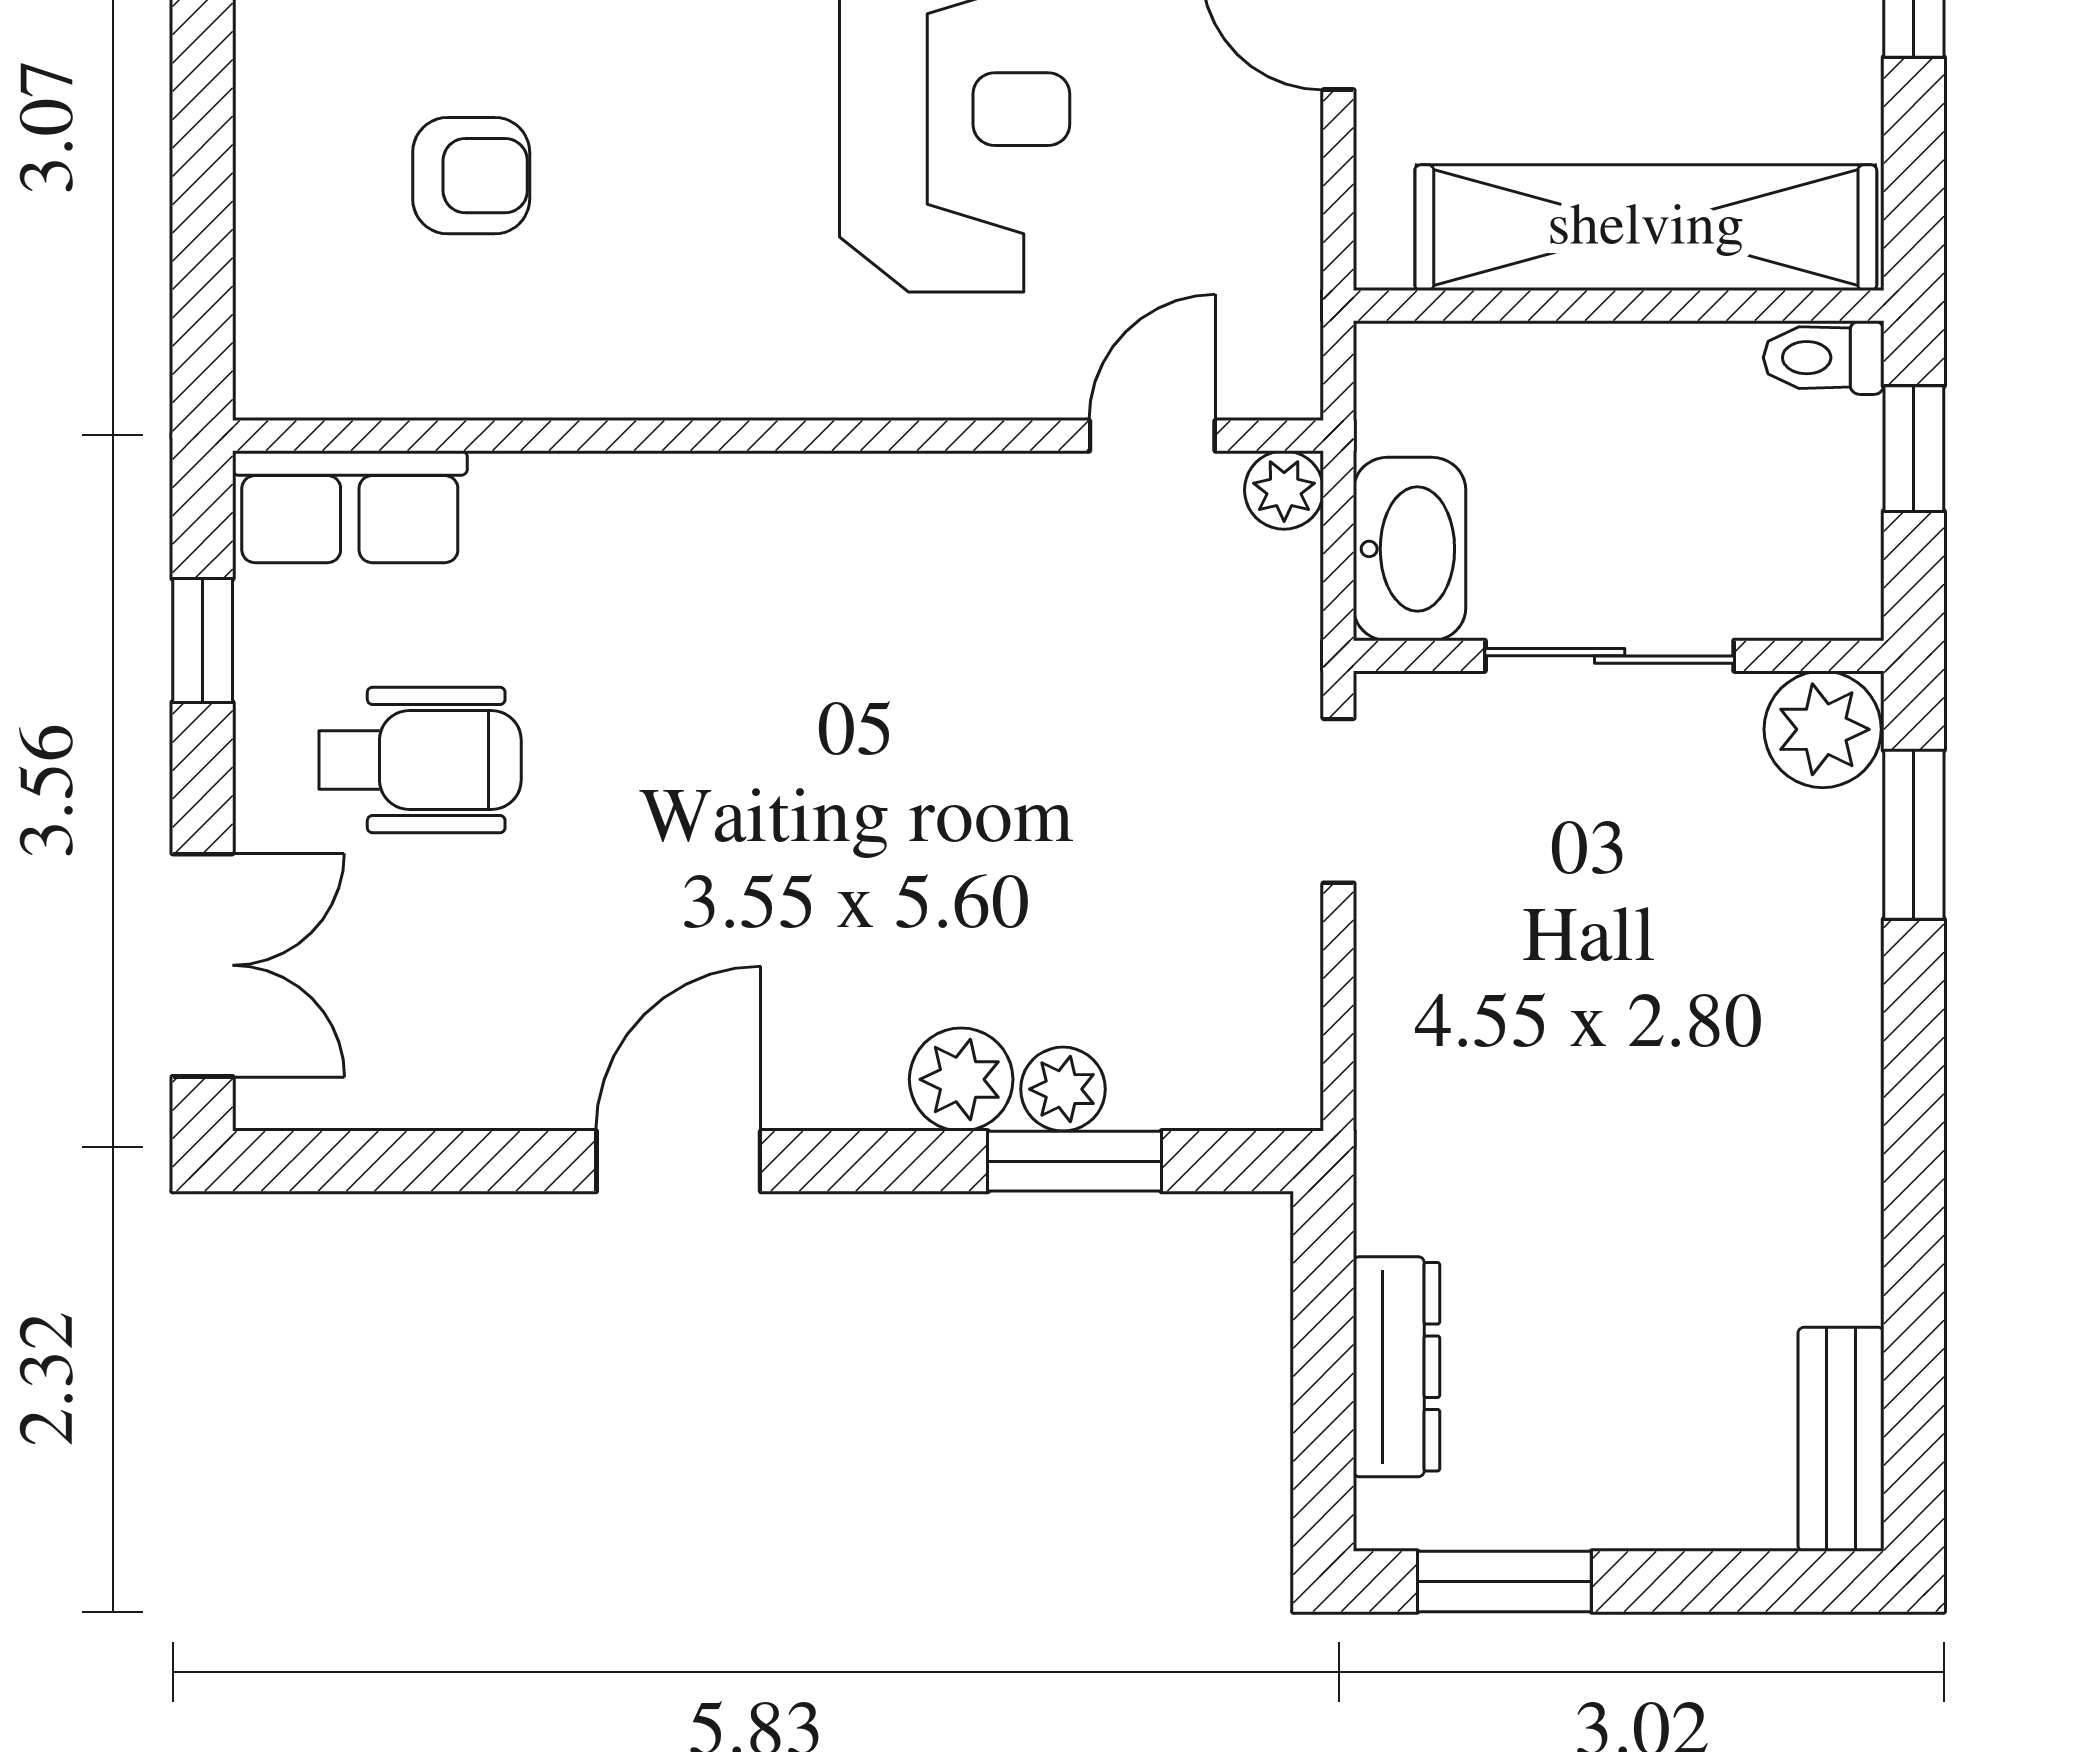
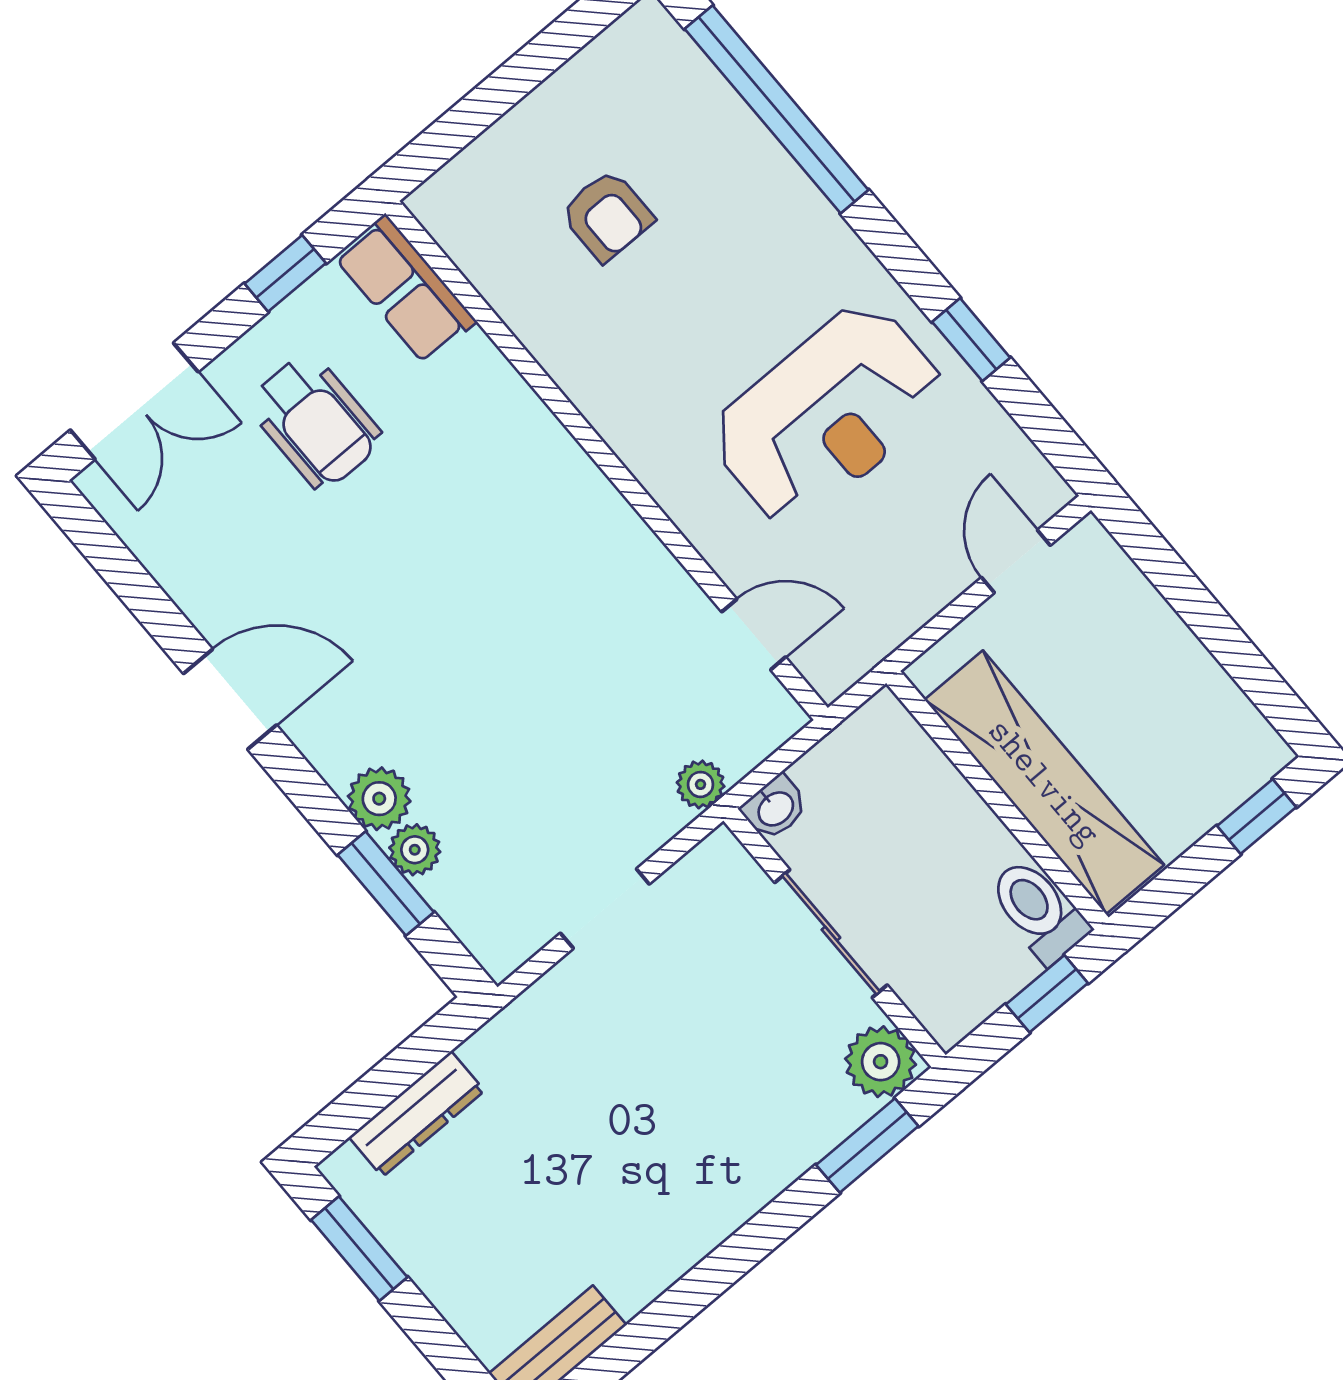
toilet: (1824, 358) -> (1038, 911), width x1.37, depth x1.39
plant: (1284, 490) -> (701, 784), moved
washbasin: (1410, 549) -> (775, 808), width x0.52, depth x0.69
doorway: (1338, 801) -> (605, 909), moved

